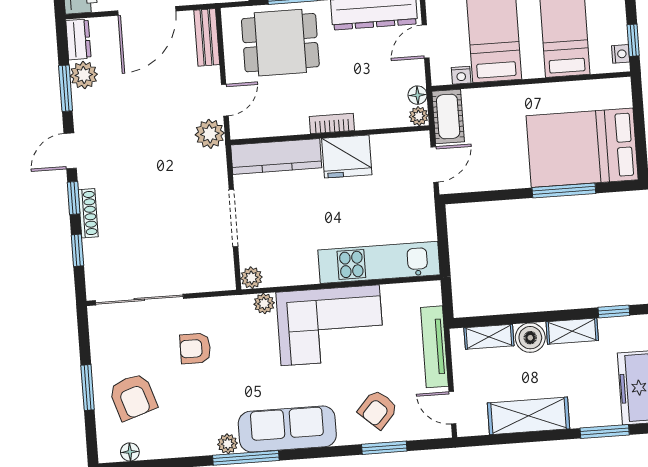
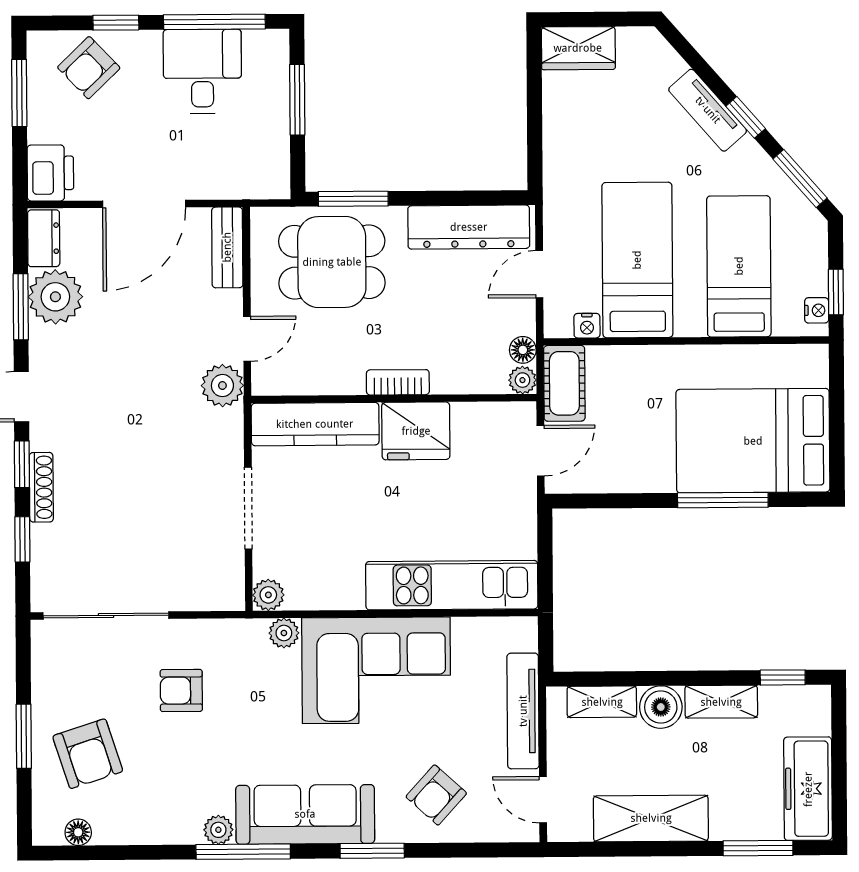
plant: (84, 75) -> (55, 297), width x1.36, depth x1.36
window: (384, 448) -> (372, 851), moved

